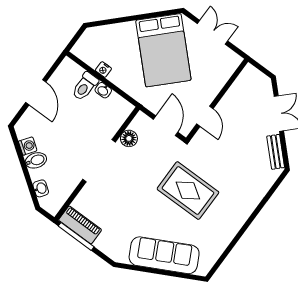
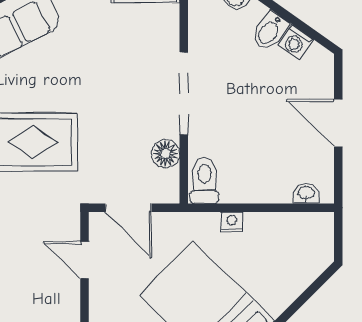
nightstand: (103, 70) -> (232, 222), moved
toilet: (85, 86) -> (204, 180), moved
washbasin: (103, 90) -> (306, 193), moved

